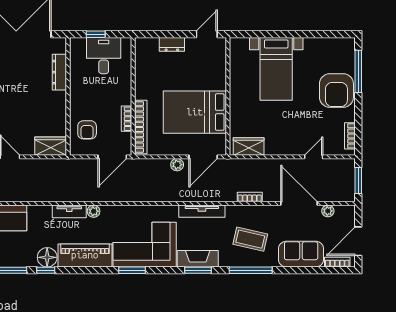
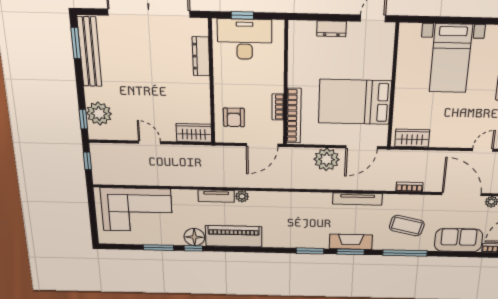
desk: (104, 56) -> (245, 39), width x1.37
plant: (177, 165) -> (327, 159), width x1.88, depth x1.88
corner sofa: (145, 245) -> (296, 228), removed
window: (132, 270) -> (310, 251), moved

